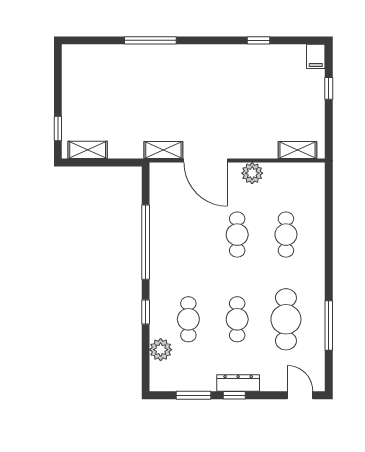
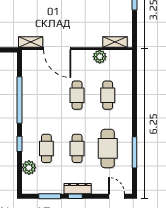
plant: (252, 173) -> (100, 57), moved

